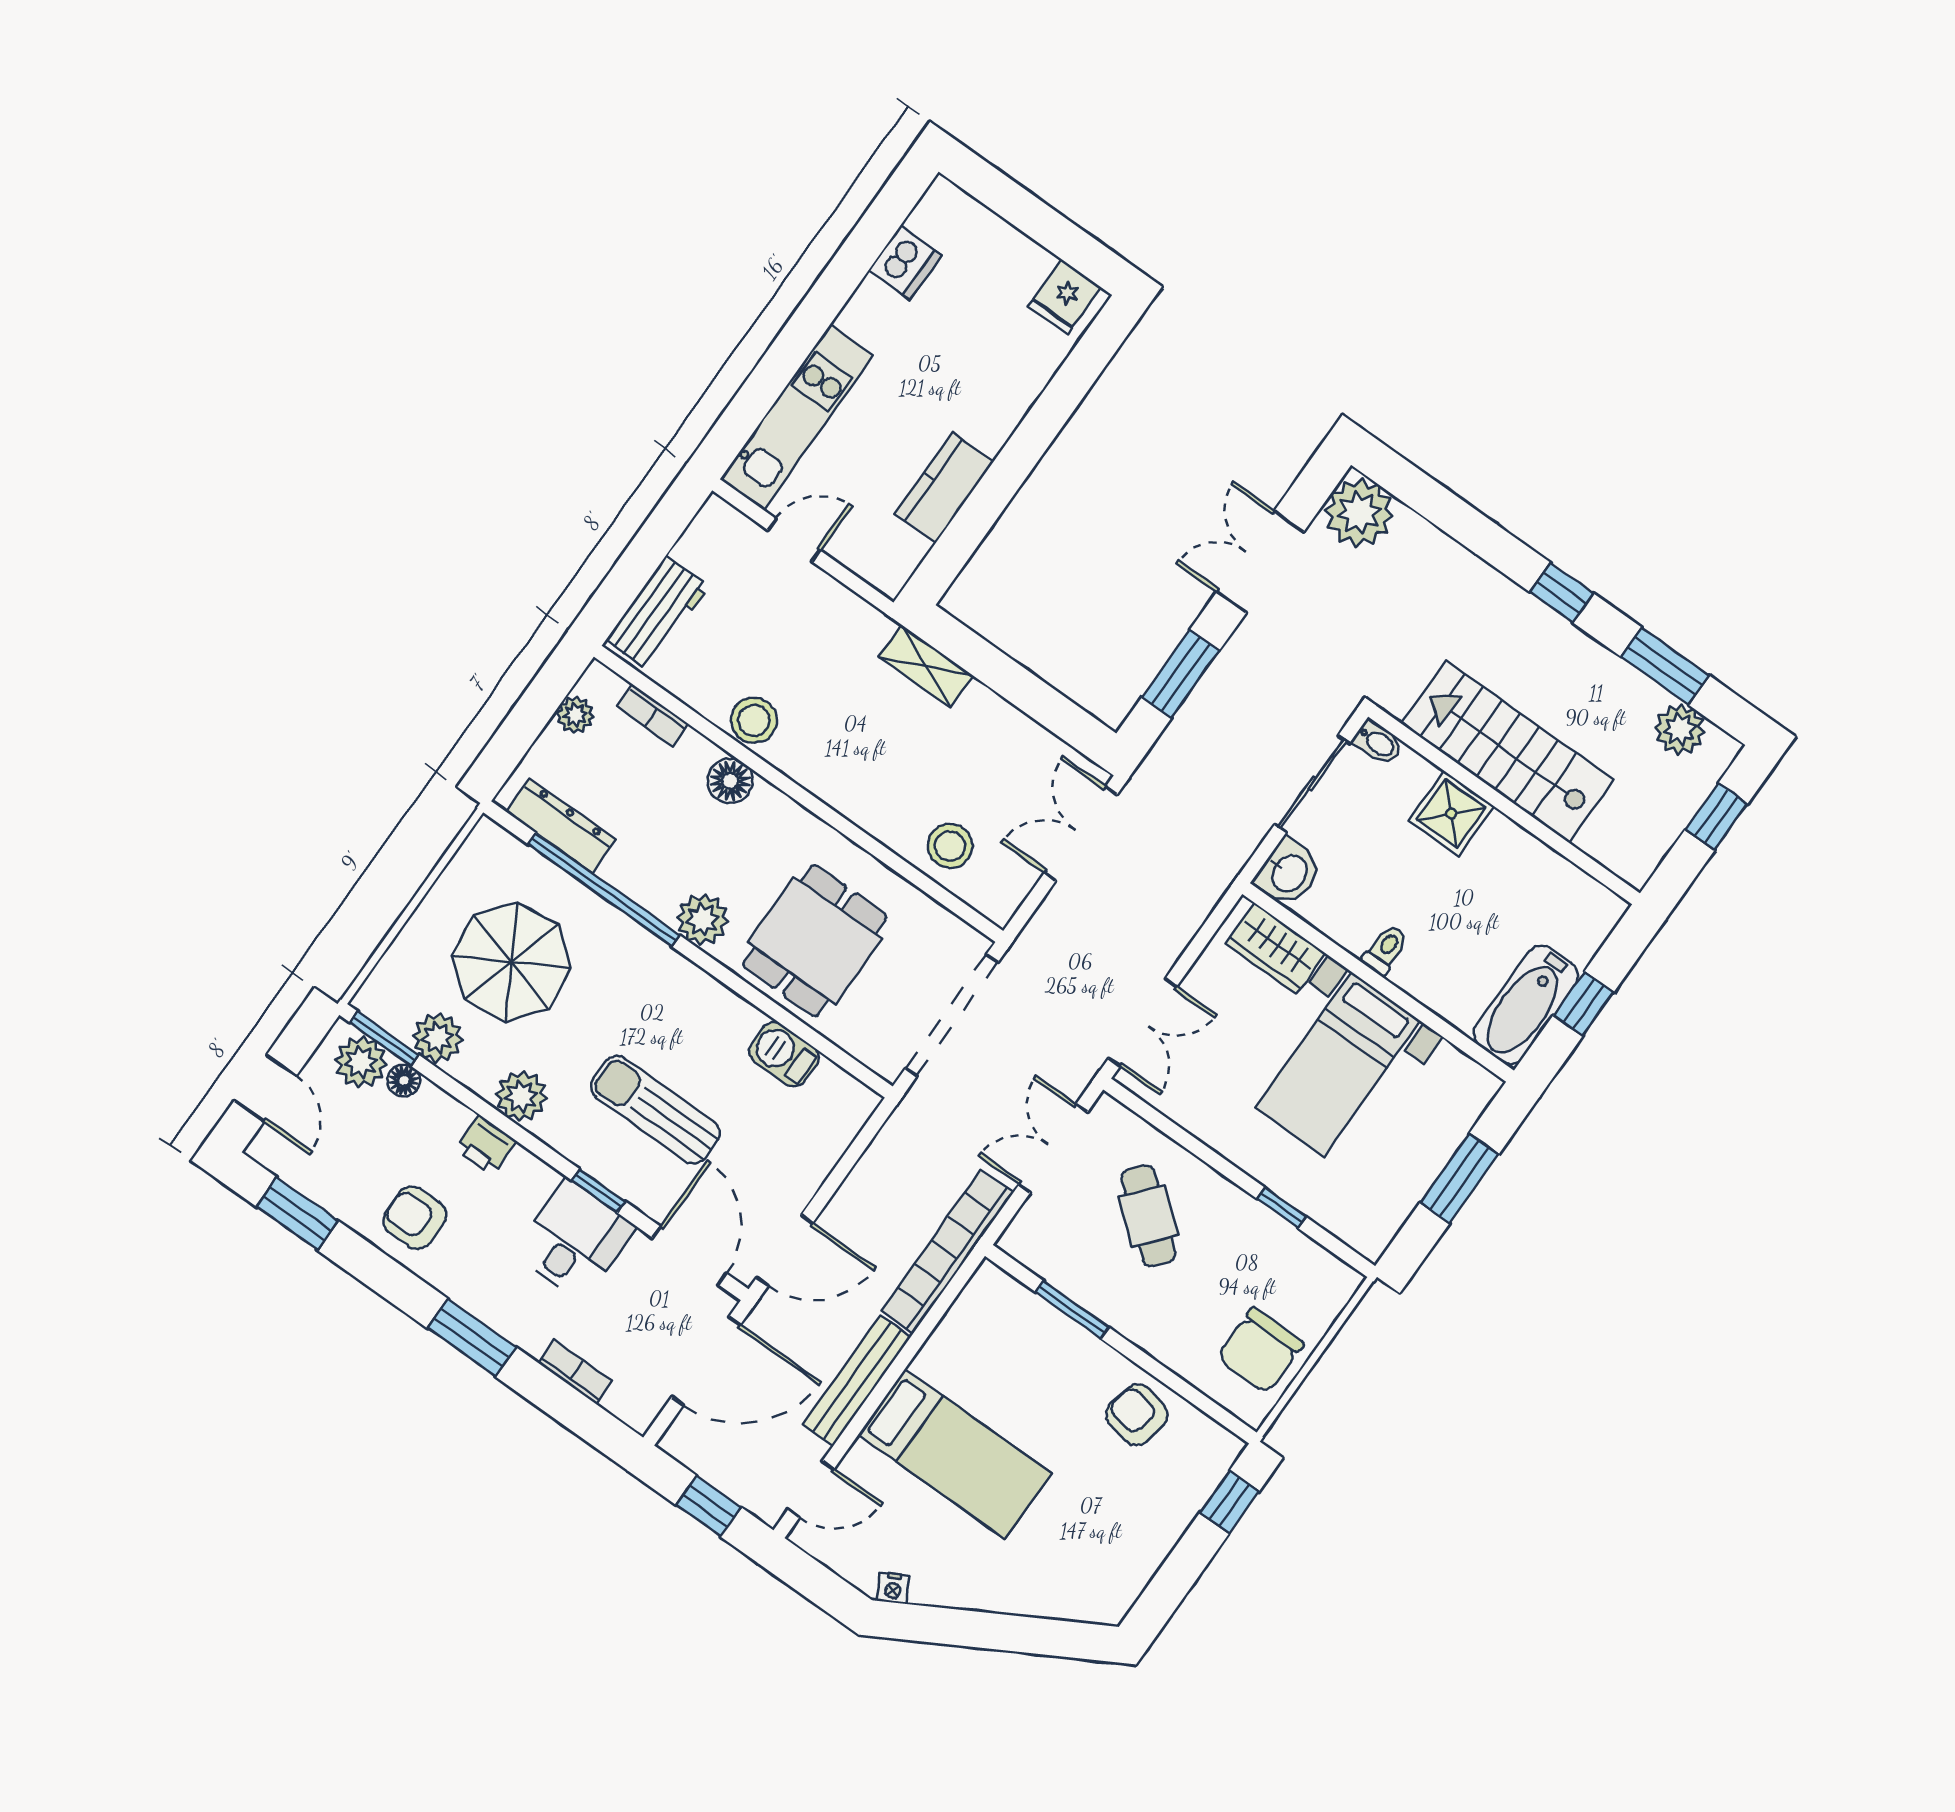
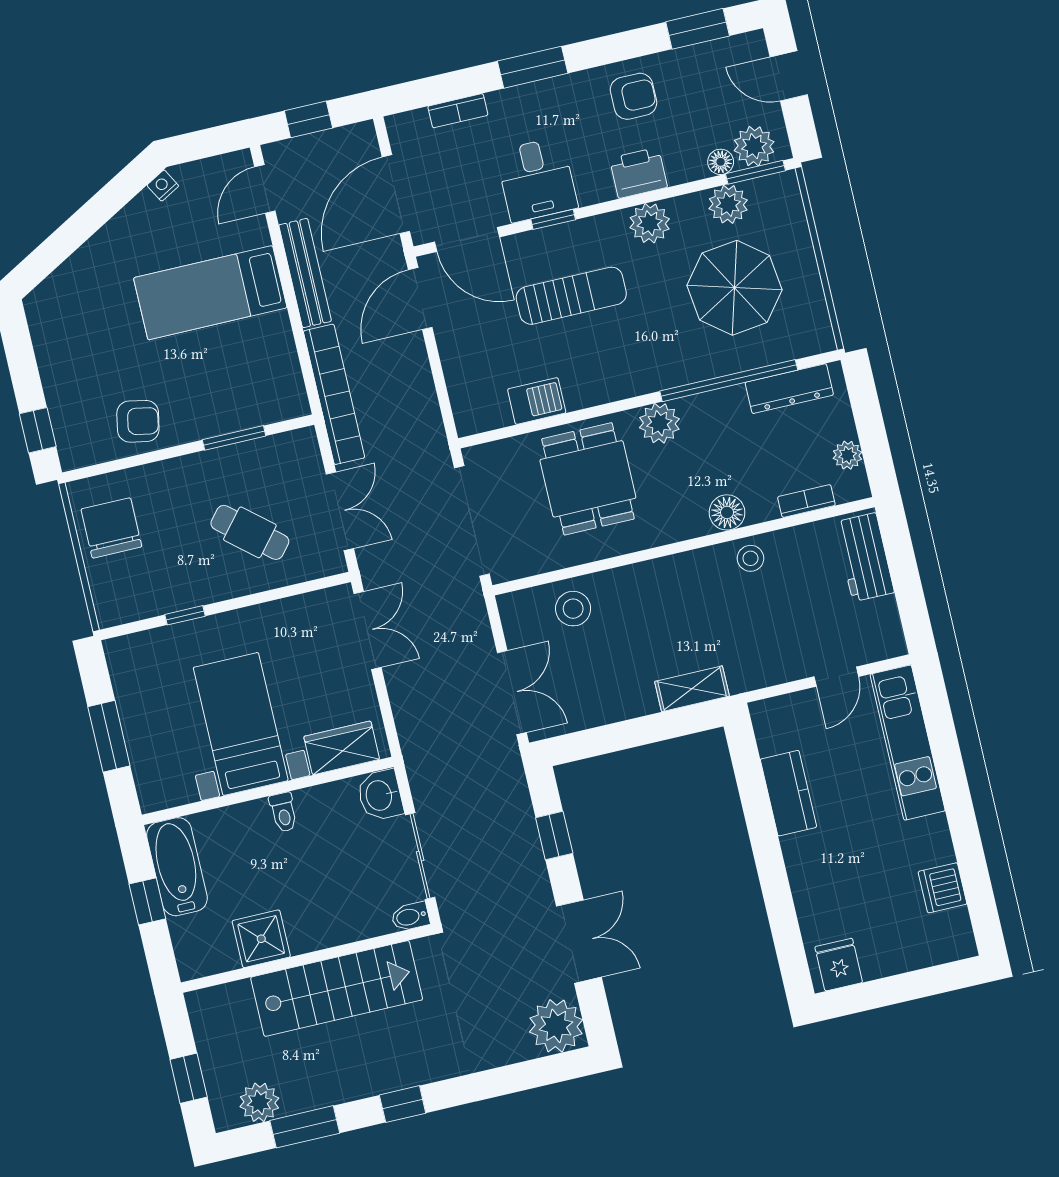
window: (1181, 674) -> (554, 836), width x0.67
stool: (754, 720) -> (750, 558), width x0.73, depth x0.73
shower: (1451, 813) -> (261, 939), moved
double door: (1143, 1022) -> (368, 630), swing flipped
printer: (486, 1145) -> (638, 173), width x1.36, depth x1.24

